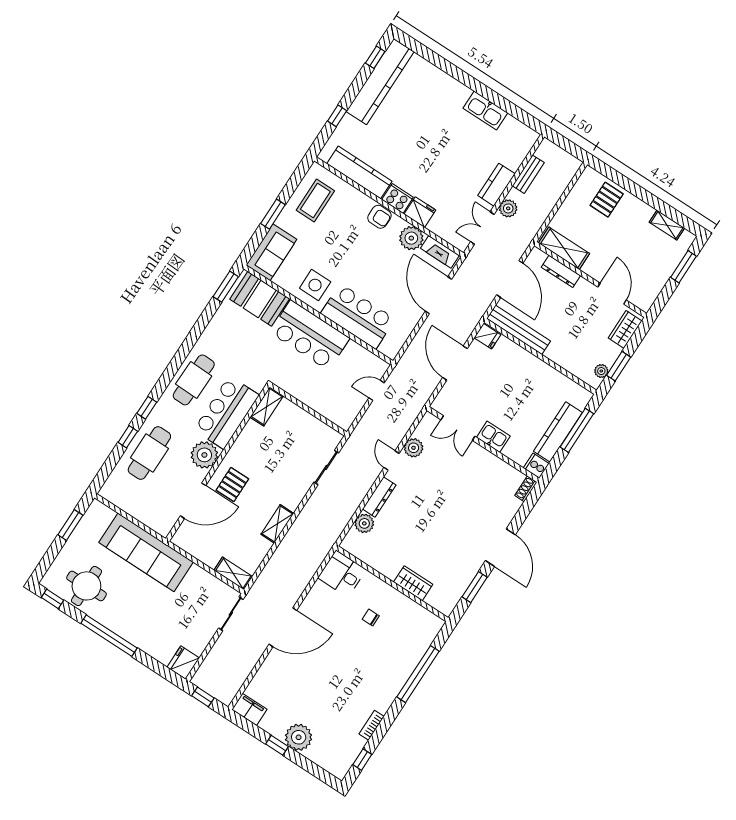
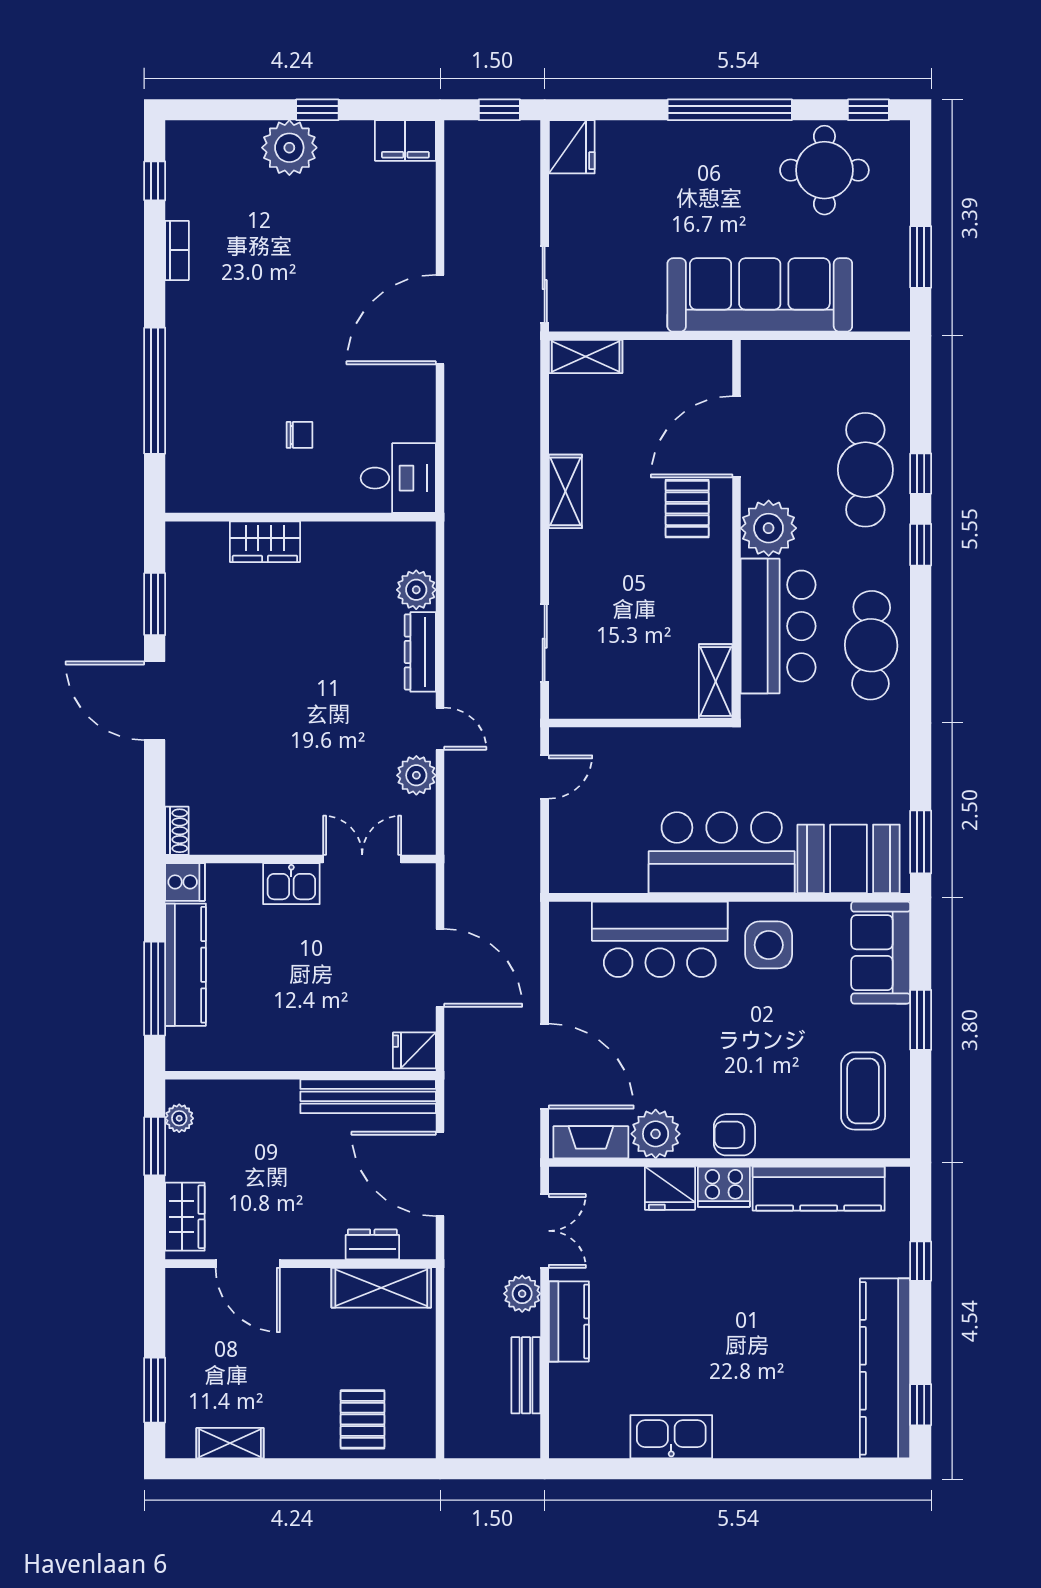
dresser: (561, 271) -> (372, 1244), width x0.70
door: (376, 390) -> (545, 777), moved

